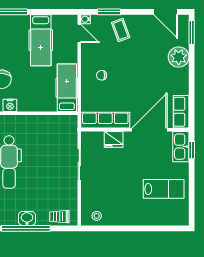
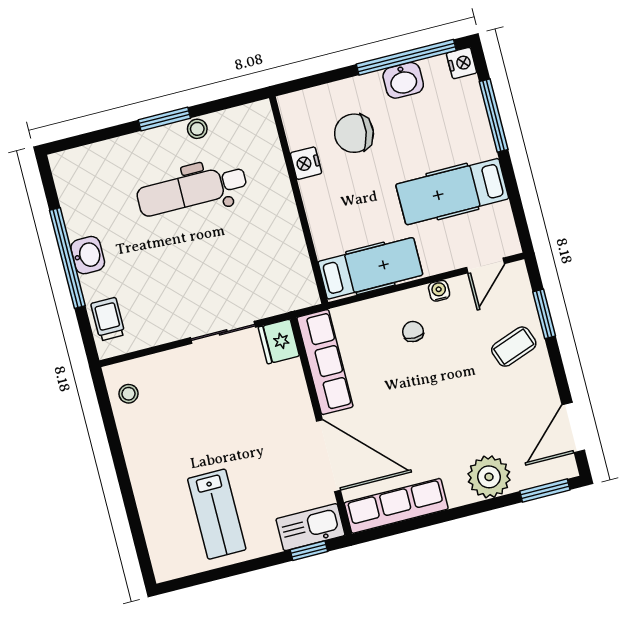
water cooler: (86, 19) -> (439, 291), moved
row of seats: (181, 112) -> (396, 506), width x1.48
fridge: (114, 139) -> (279, 342), moved

